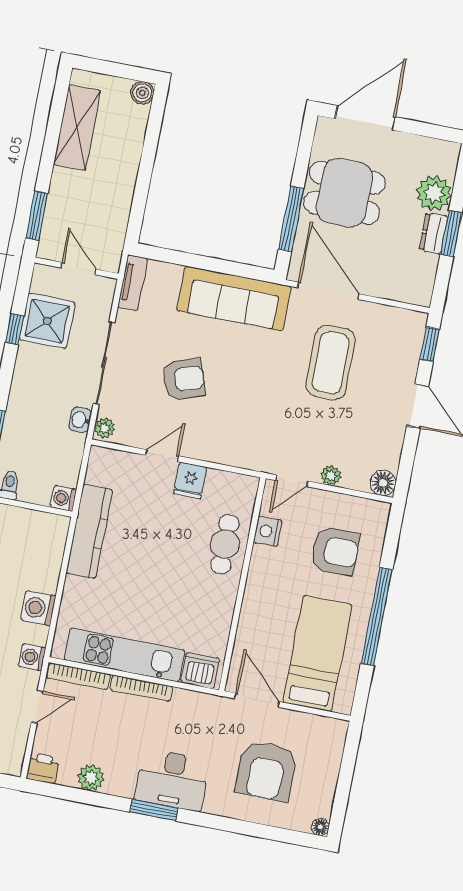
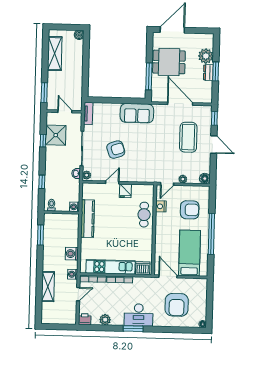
door: (328, 291) -> (180, 104), moved
sofa: (234, 299) -> (137, 113), width x0.73
coffee table: (331, 363) -> (188, 137), moved

